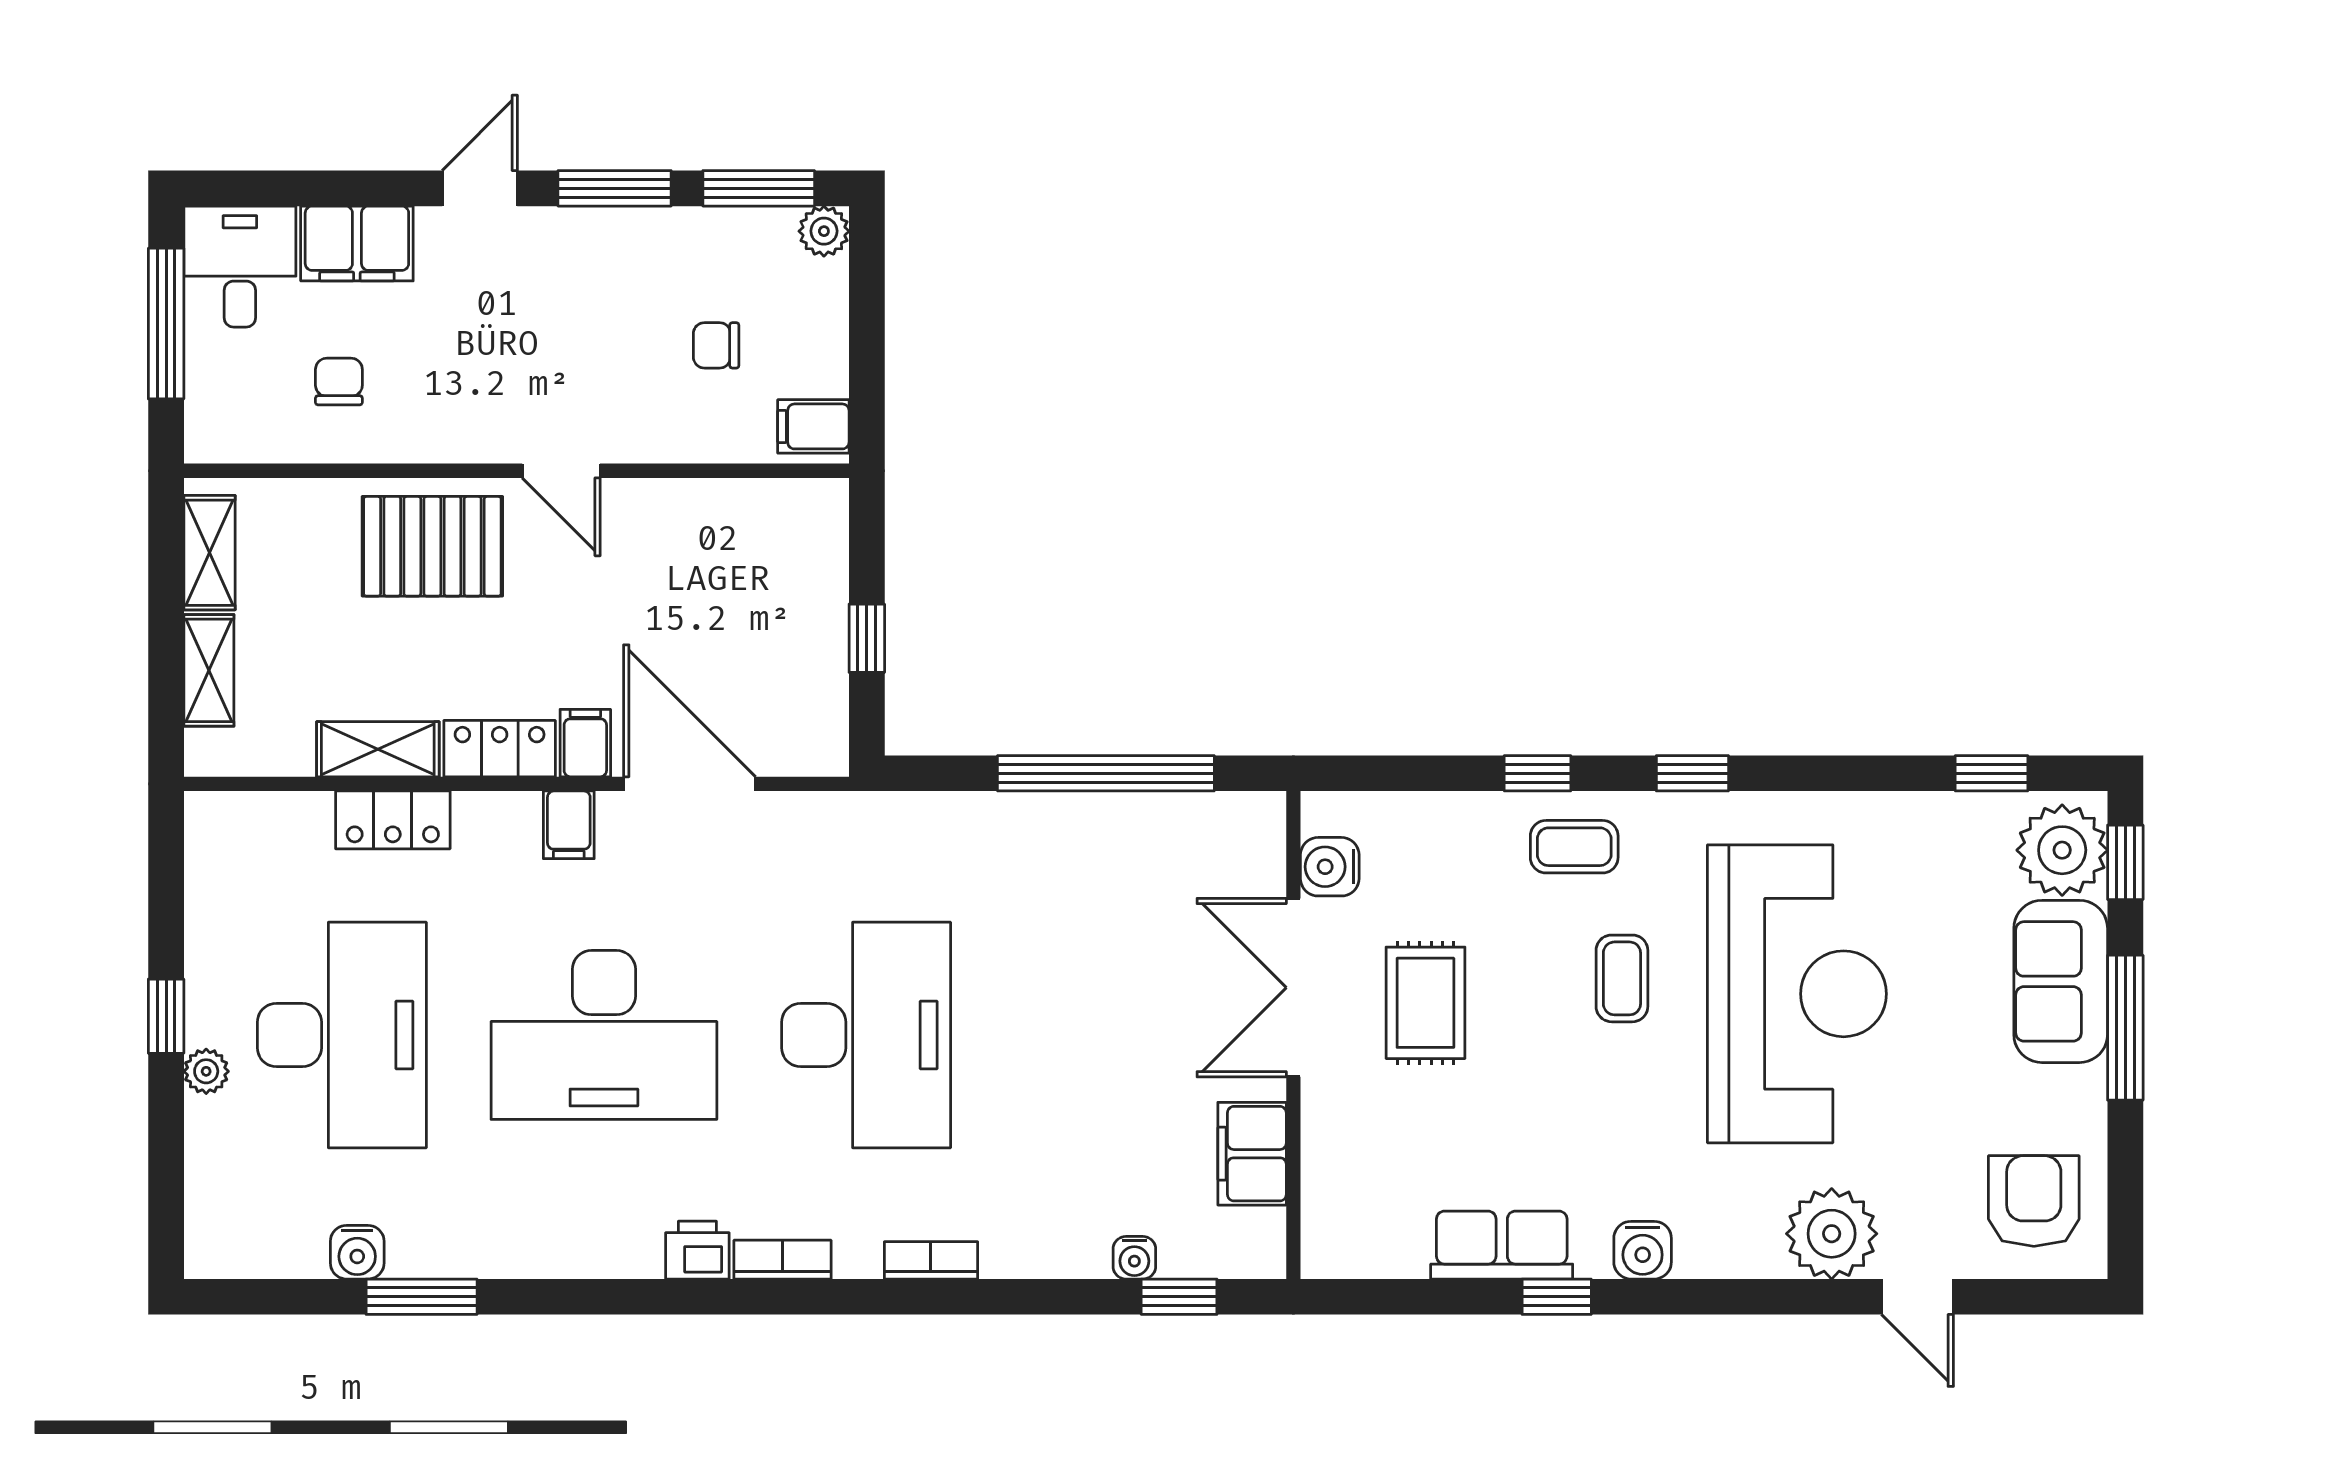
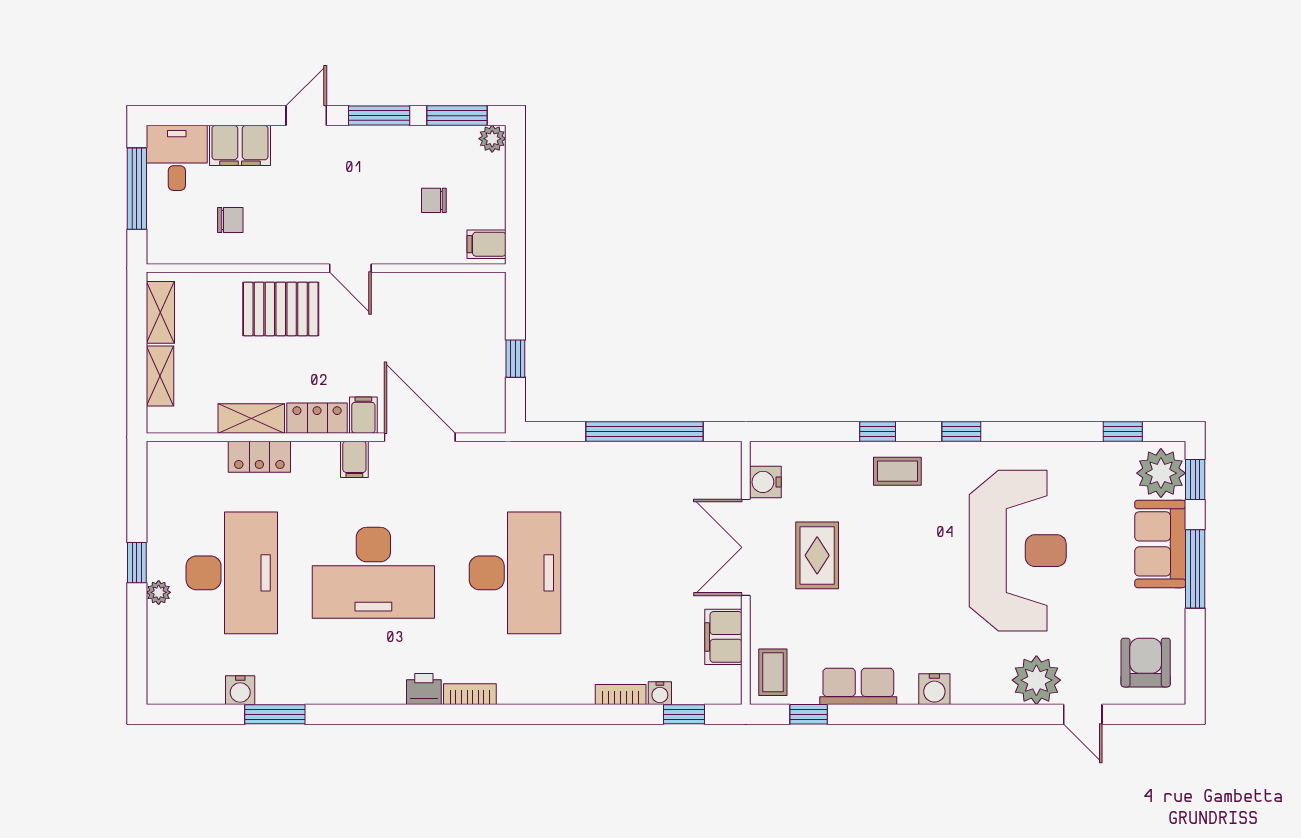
chair: (339, 382) -> (230, 220), turned 90
coffee table: (1622, 978) -> (773, 672), moved
bookcase: (931, 1260) -> (621, 695), moved
window: (1557, 1297) -> (809, 714), moved

